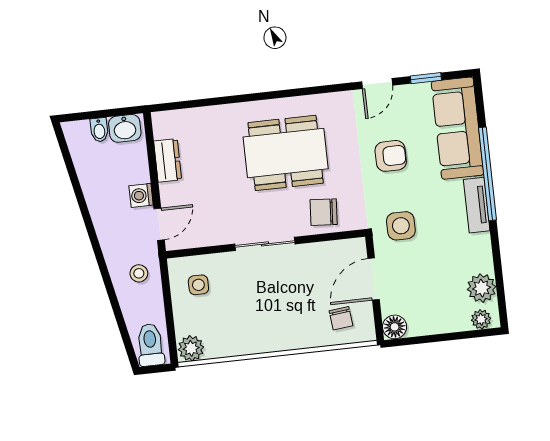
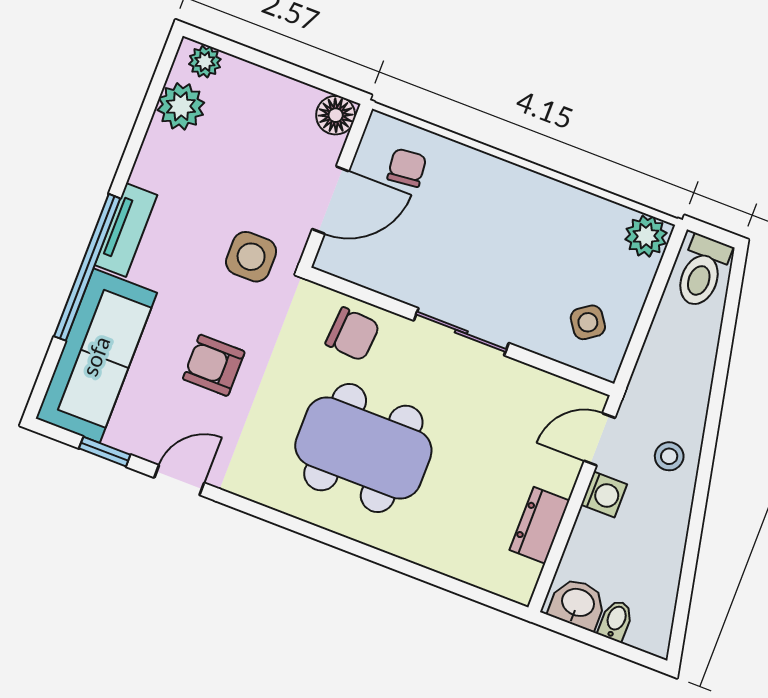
stool: (139, 273) -> (669, 456), moved
side table: (198, 285) -> (588, 322), turned -35

